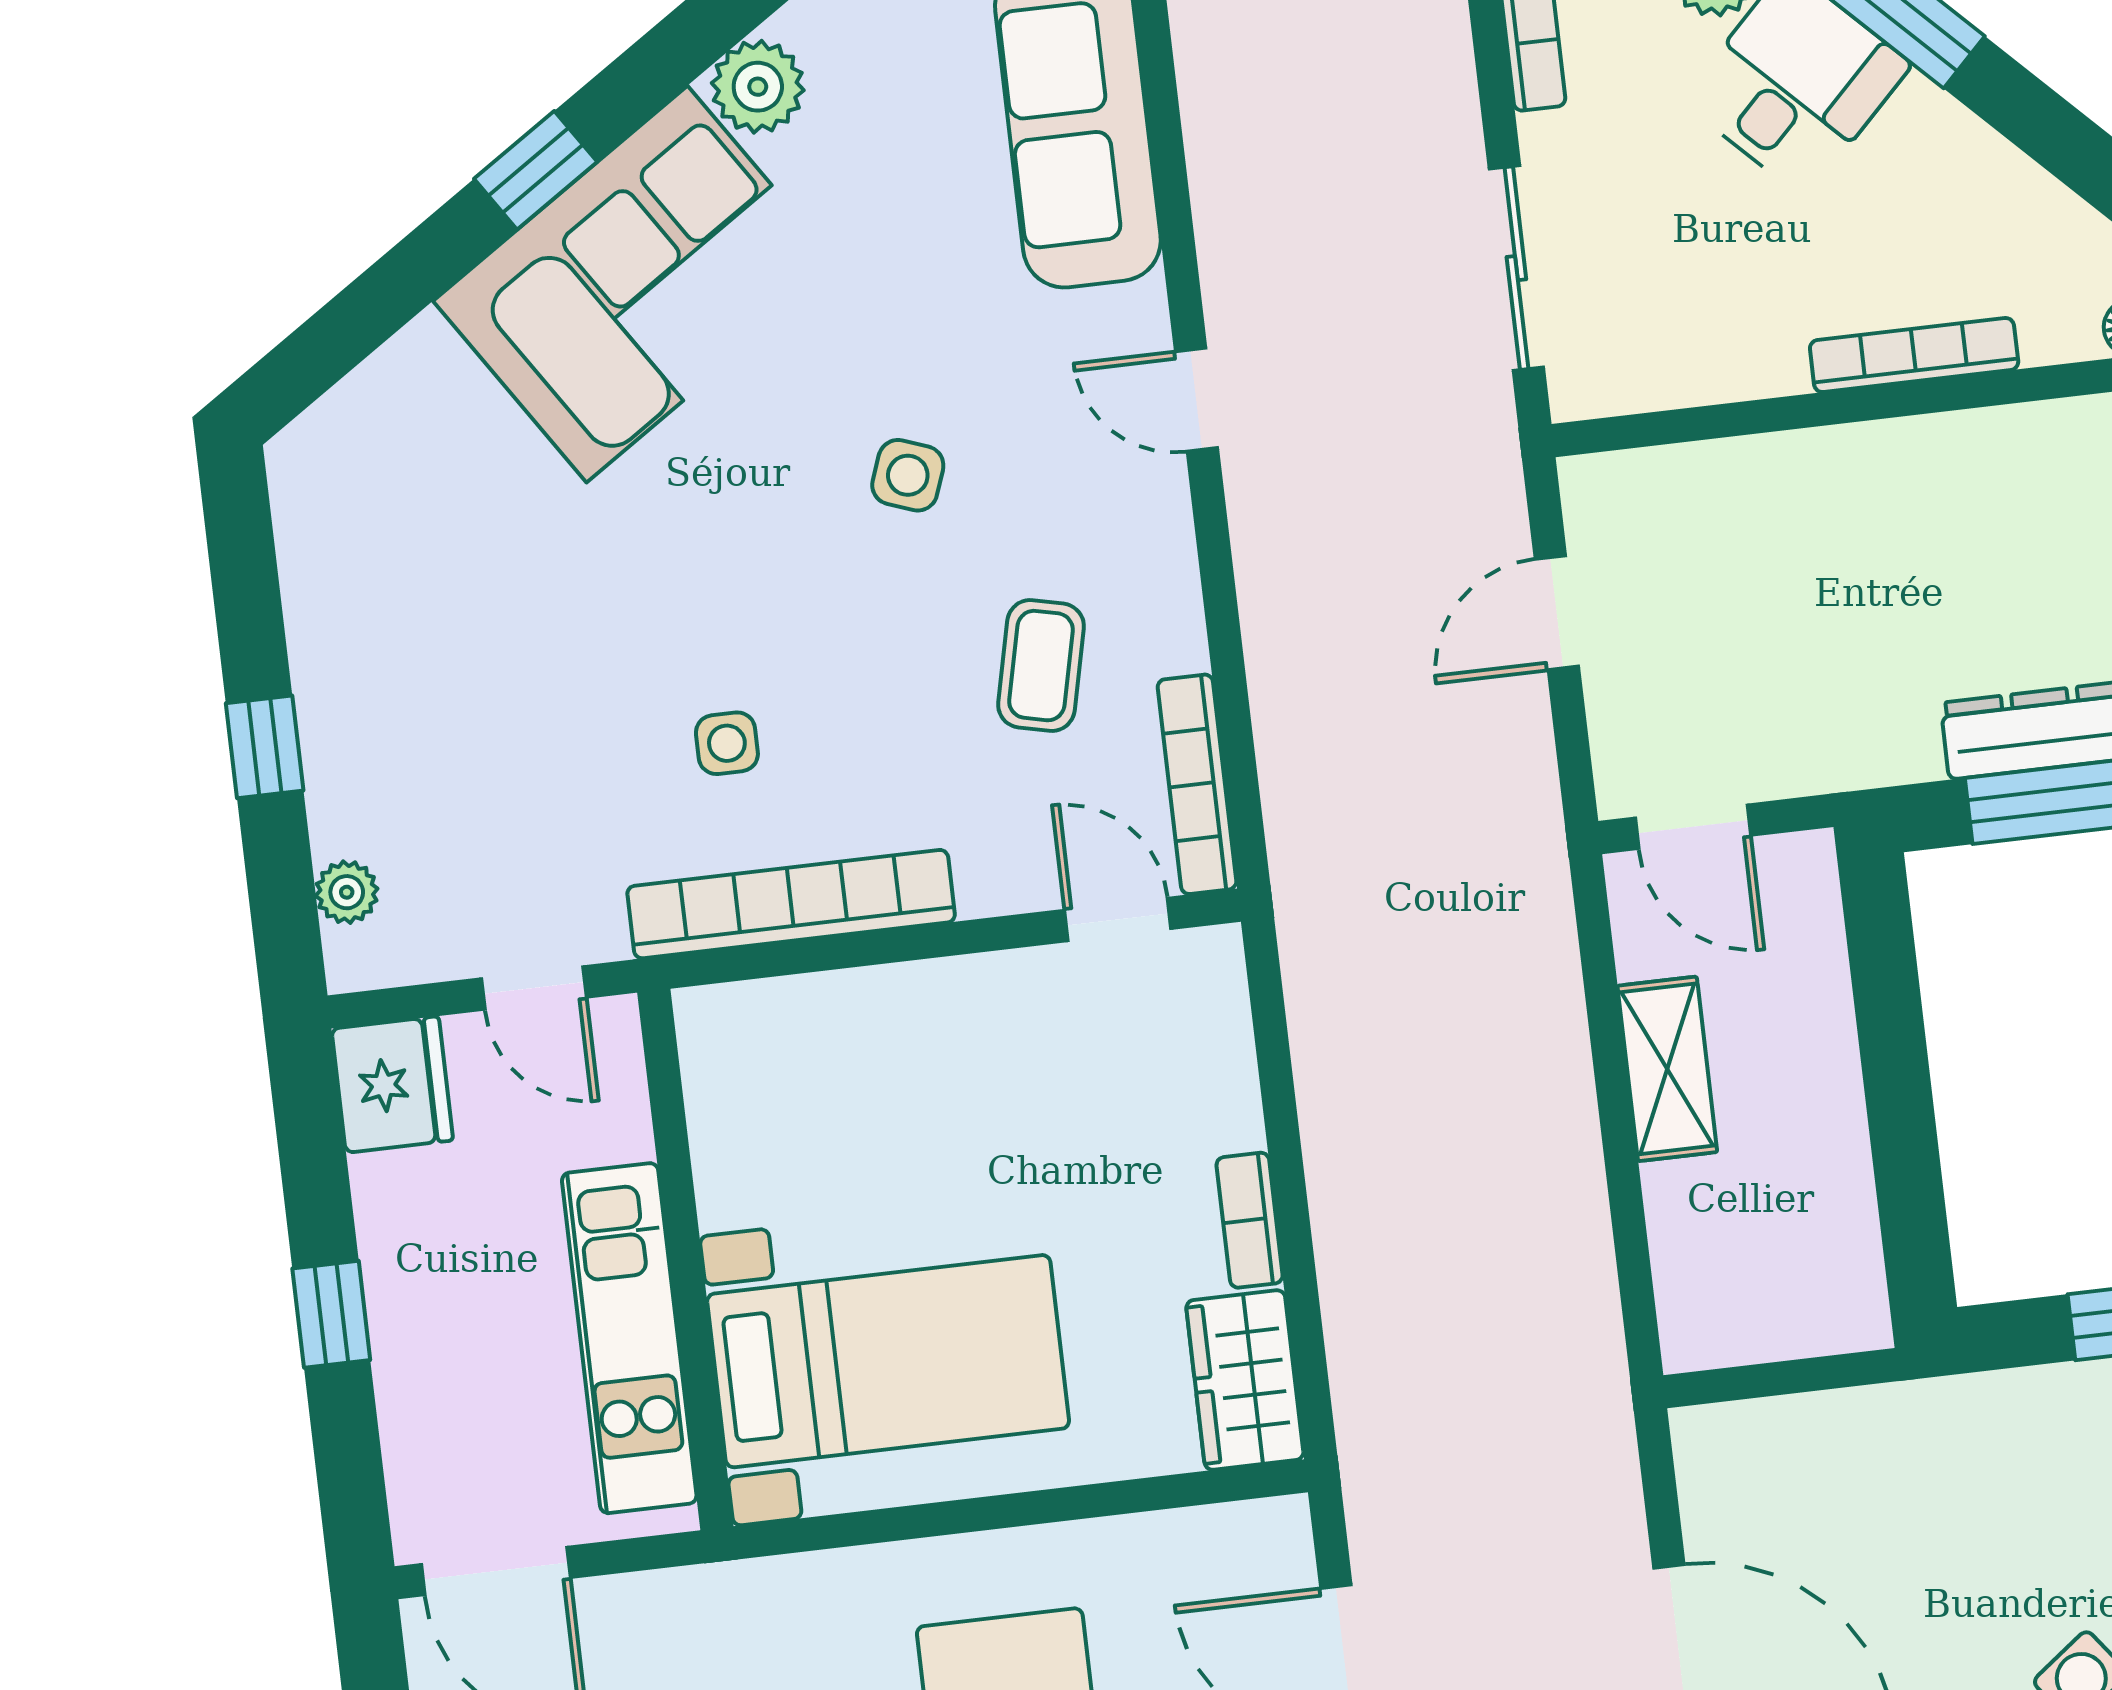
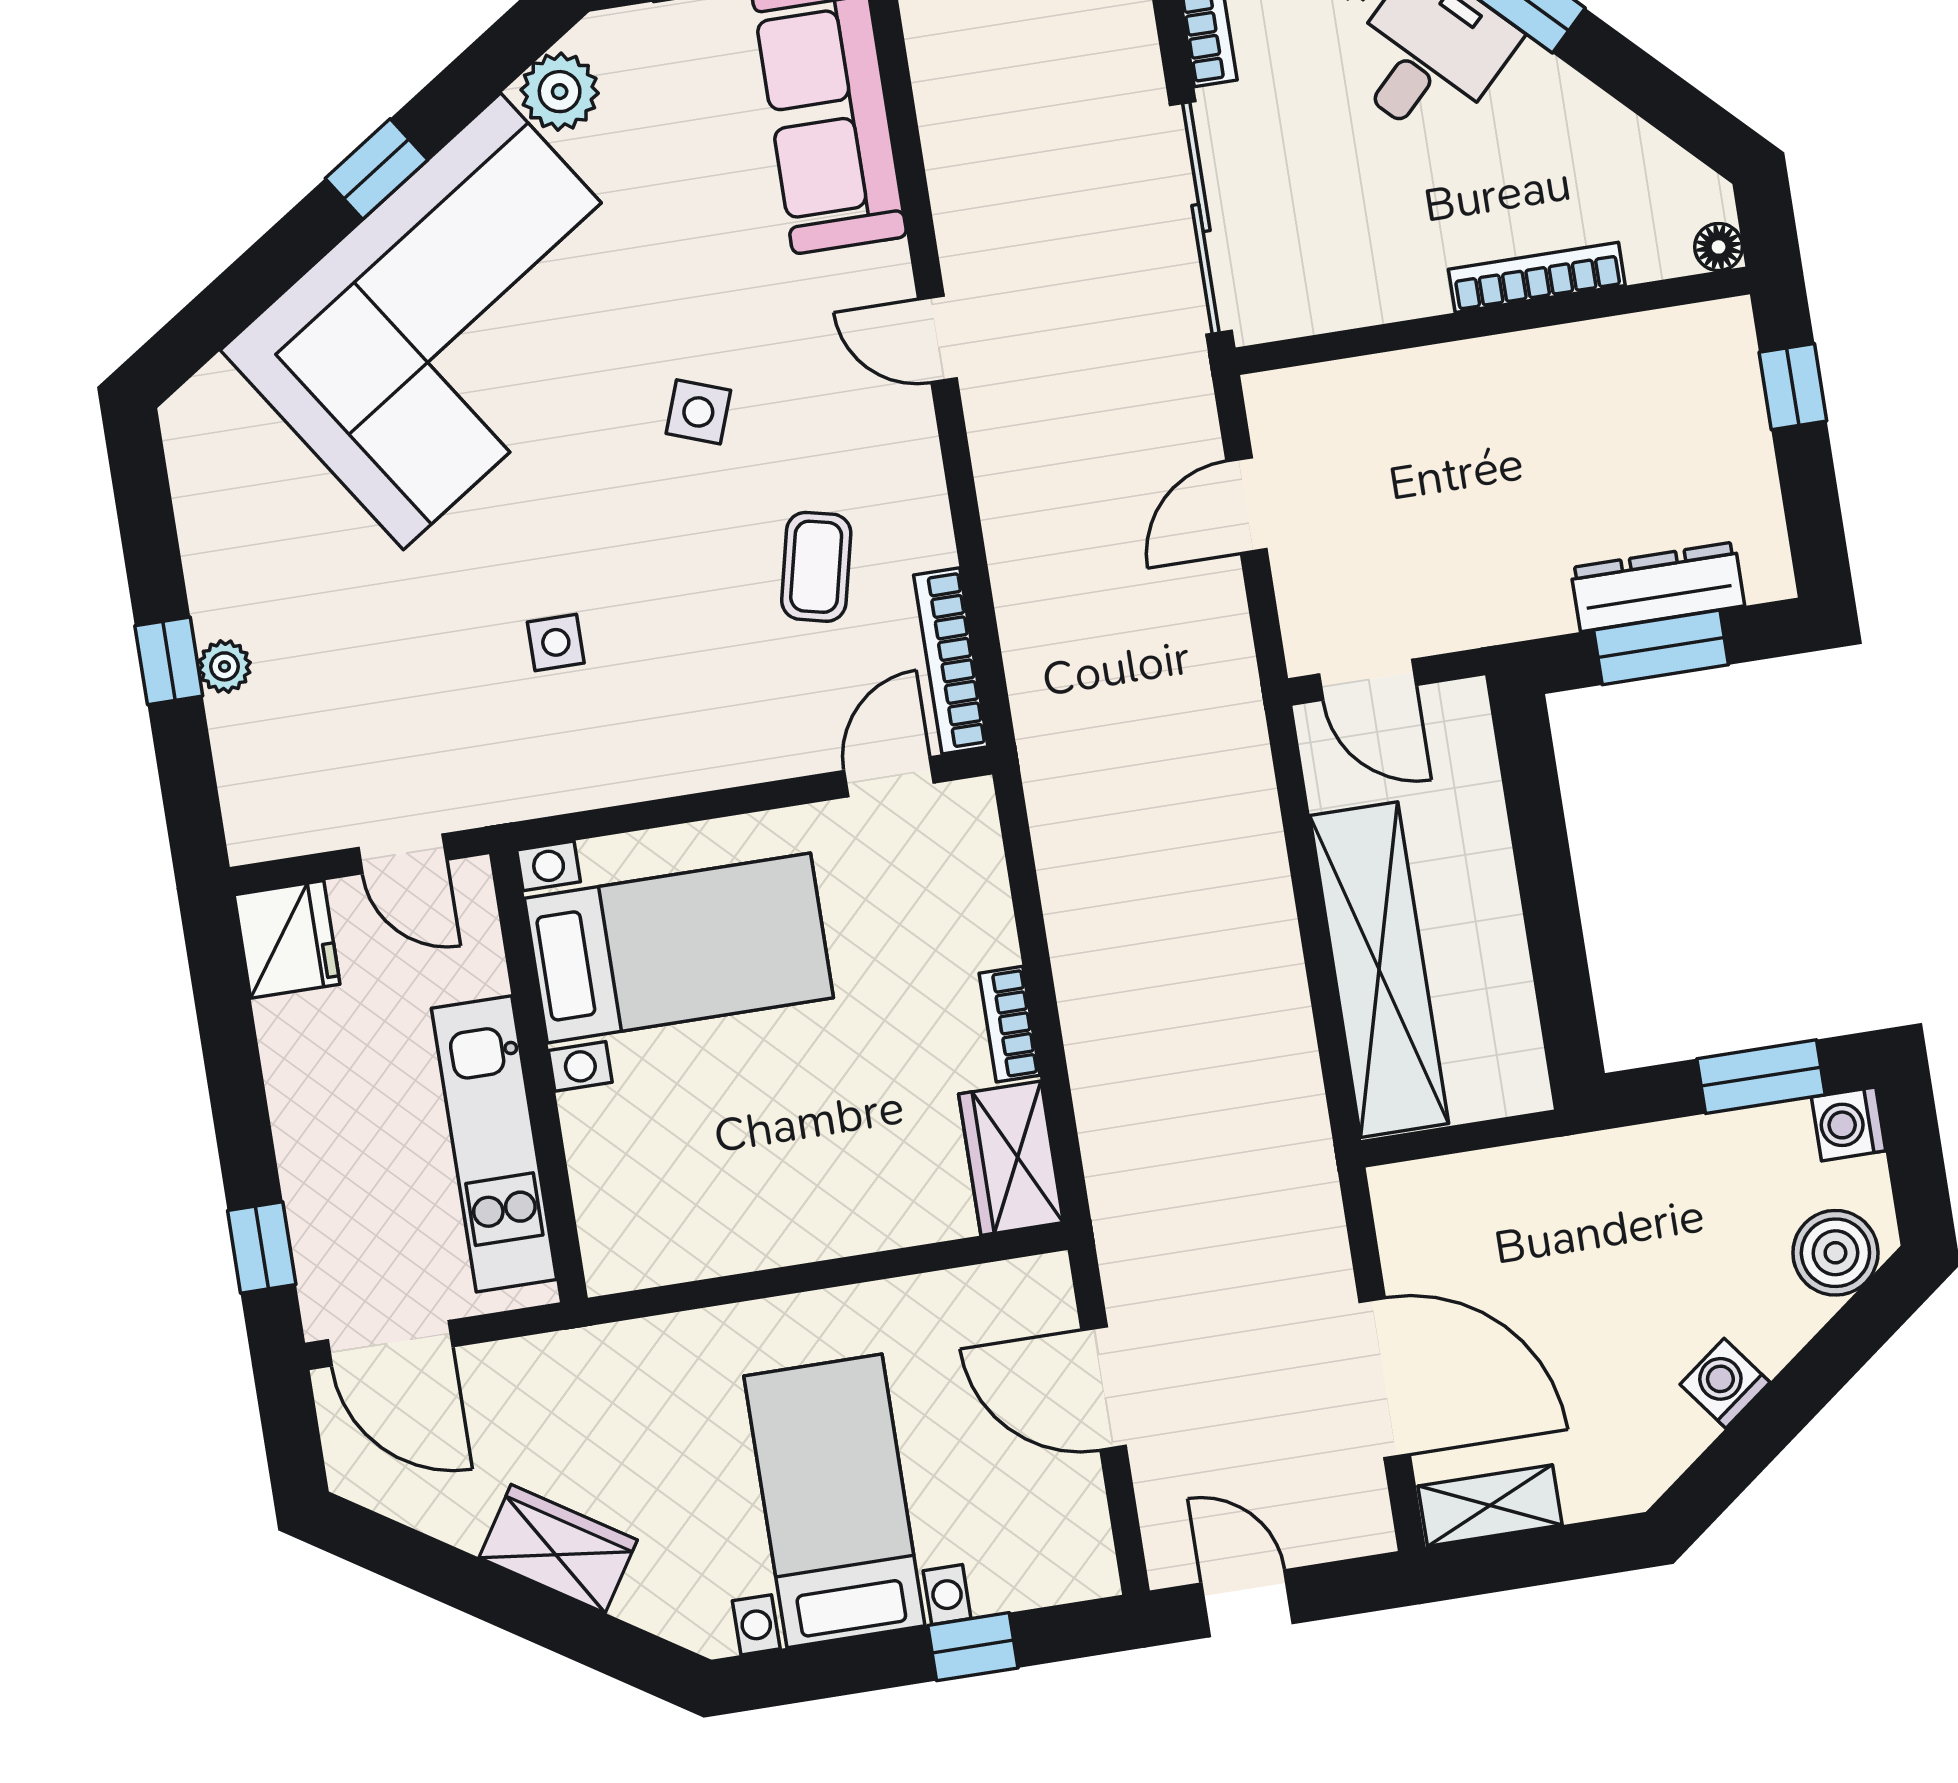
sliding door: (1516, 268) -> (1201, 218), width x1.37
corner sofa: (637, 284) -> (452, 321), width x1.36, depth x1.36
plant: (347, 892) -> (224, 666), moved
bookcase: (791, 904) -> (615, 775), removed
door: (1118, 919) -> (889, 777), hinge flipped
shelving: (1667, 1069) -> (1379, 970), width x2.20, depth x1.33
window: (331, 1314) -> (262, 1247), moved
bed with nightstands: (888, 1361) -> (679, 948), moved

